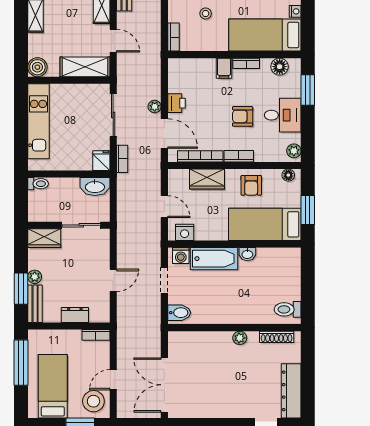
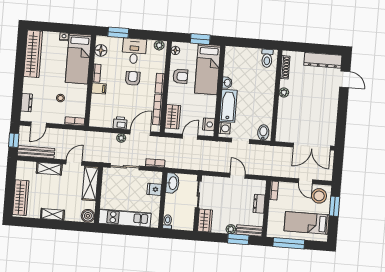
armchair: (243, 116) -> (133, 78), turned 180
fridge: (101, 161) -> (154, 189), moved
wardrobe: (207, 179) -> (173, 117), moved

